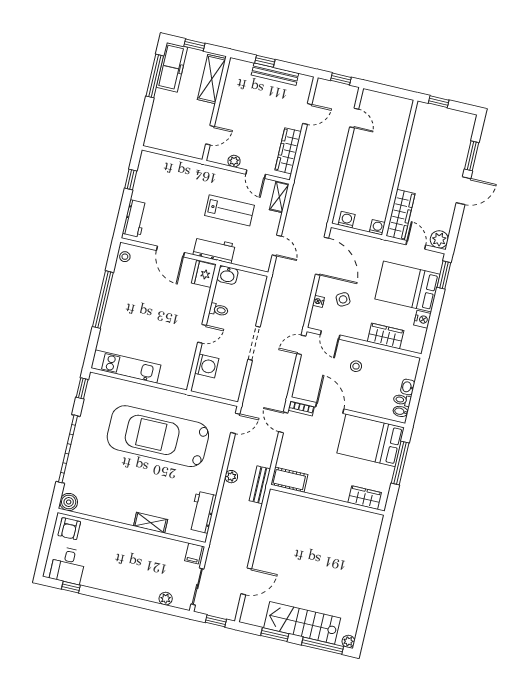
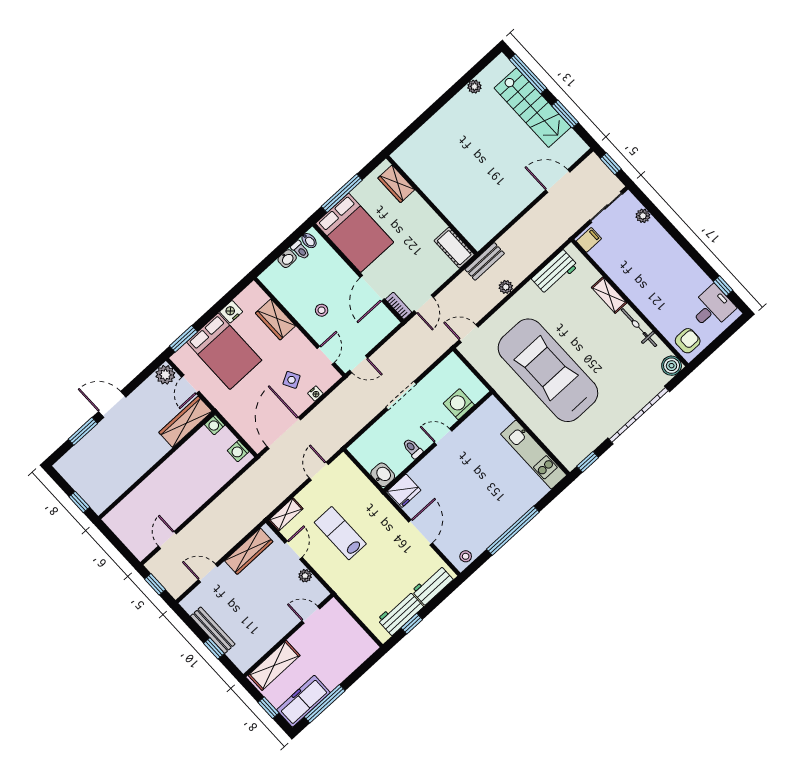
workbench: (214, 249) -> (400, 613), moved, turned 90
car: (158, 436) -> (548, 370), turned 180
bicycle: (112, 514) -> (639, 328), added
plant: (348, 641) -> (474, 87), moved

